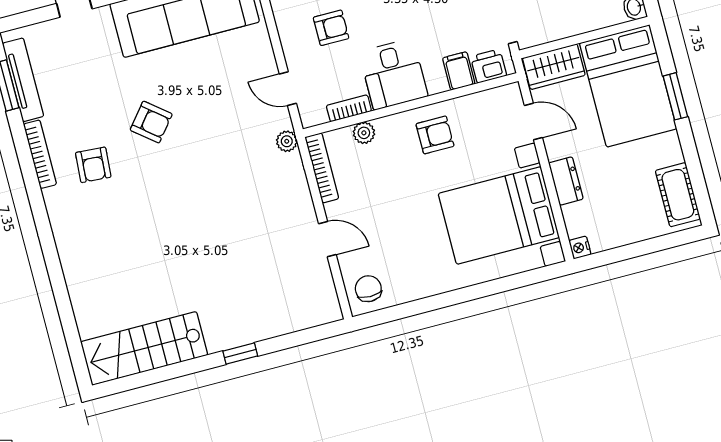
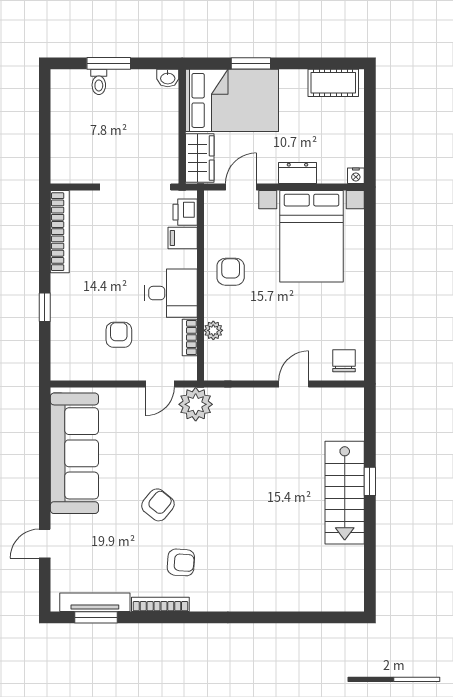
plant: (287, 141) -> (196, 404), width x1.87, depth x1.87
bookcase: (322, 168) -> (233, 373), removed
chair: (368, 289) -> (344, 361), turned 90
stairs: (144, 348) -> (345, 493), moved

